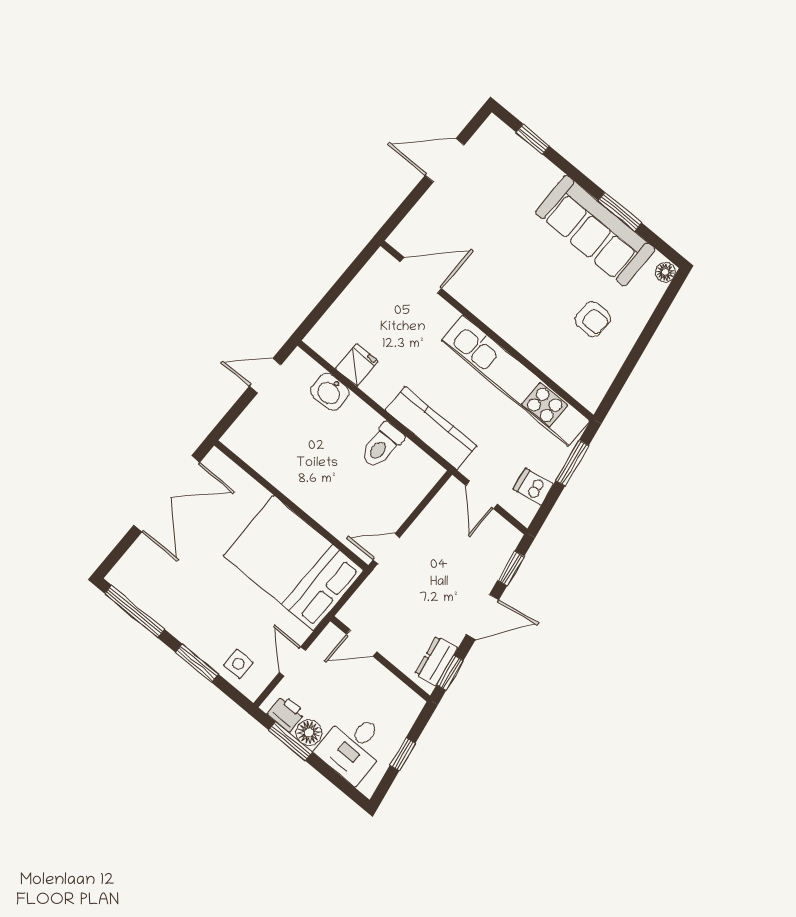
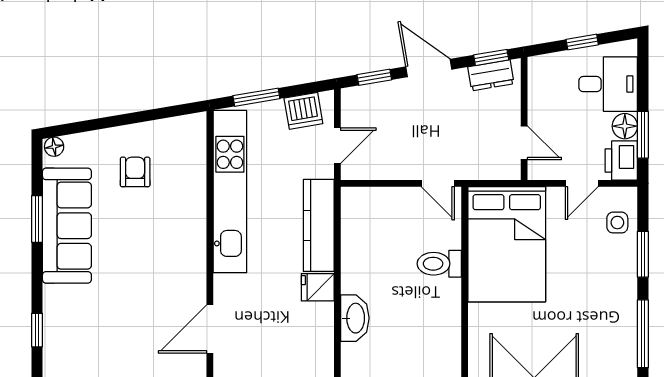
door: (421, 275) -> (210, 329), hinge flipped
fridge: (357, 365) -> (318, 287), moved
washbasin: (330, 392) -> (355, 318), width x1.38
toilet: (382, 445) -> (439, 264), moved, turned 180
dishwasher: (533, 487) -> (303, 111), width x1.38
printer: (286, 713) -> (621, 160), width x1.36, depth x1.24

